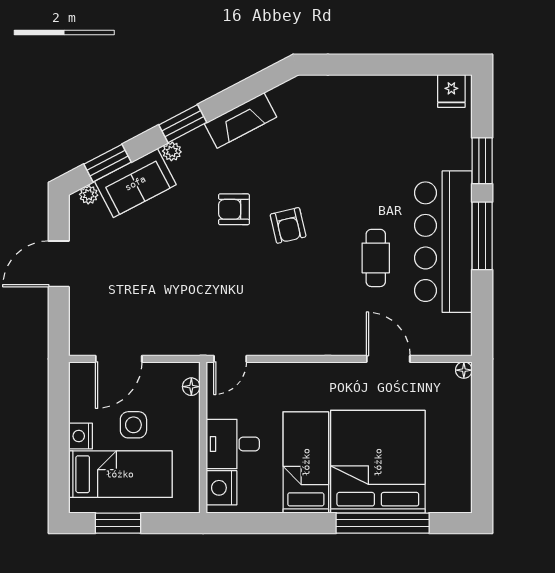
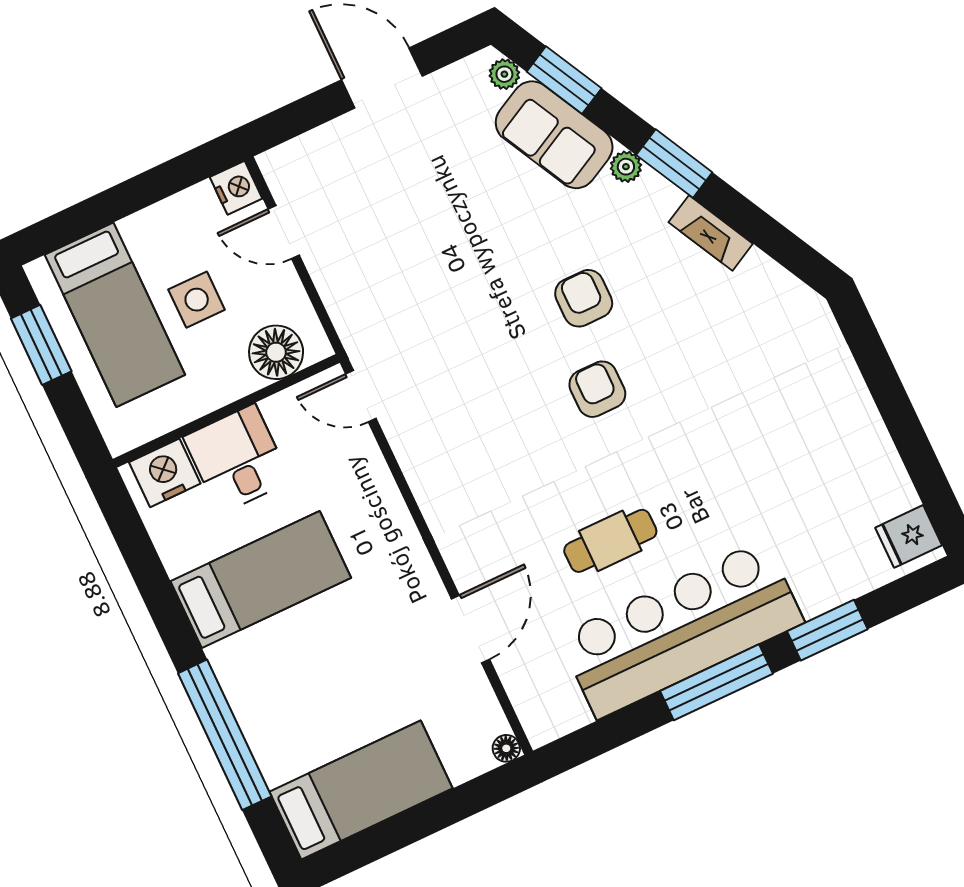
fireplace: (241, 120) -> (711, 233), width x0.73, depth x0.76
armchair: (288, 225) -> (597, 389), turned 103
door: (119, 359) -> (284, 232), width x0.73
floor lamp: (191, 387) -> (276, 352), width x1.89, depth x1.89
nightstand: (81, 436) -> (236, 188), moved, turned 90
bed: (378, 462) -> (361, 790), moved, width x0.49

